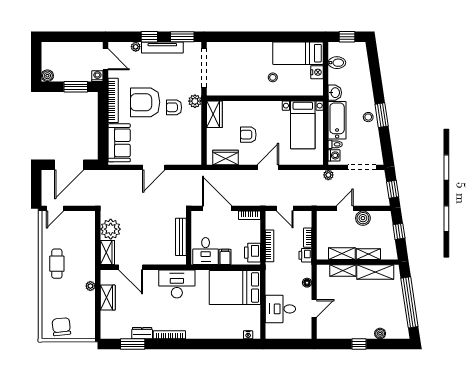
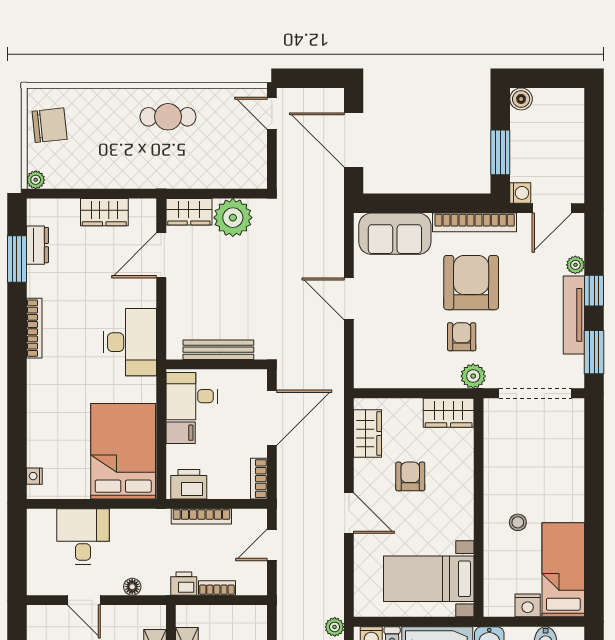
plant: (90, 286) -> (36, 180), moved
dresser: (142, 333) -> (37, 245), moved

